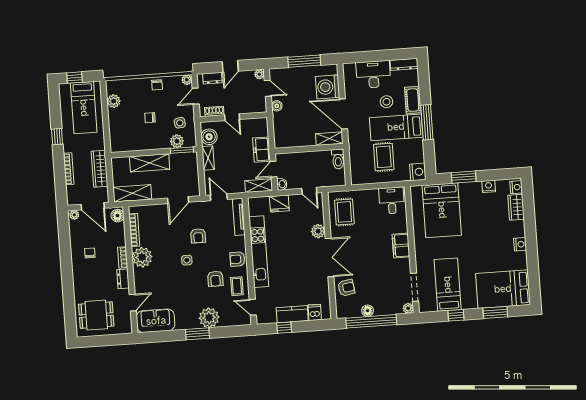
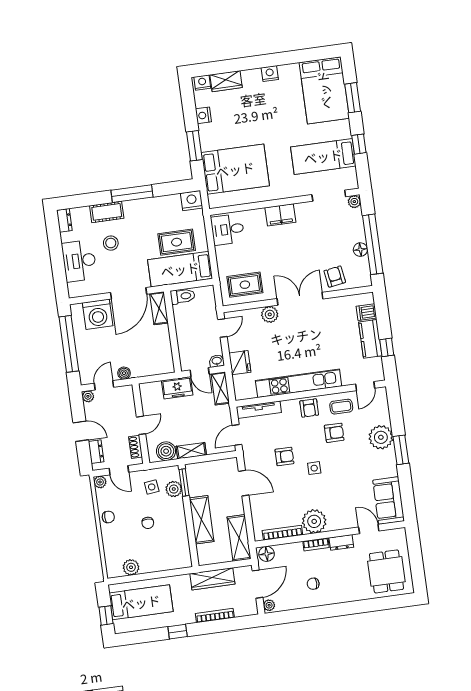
window: (304, 61) -> (69, 344), width x1.46
dresser: (404, 64) -> (64, 220), width x0.70
bed: (396, 127) -> (180, 269), moved, turned 90

